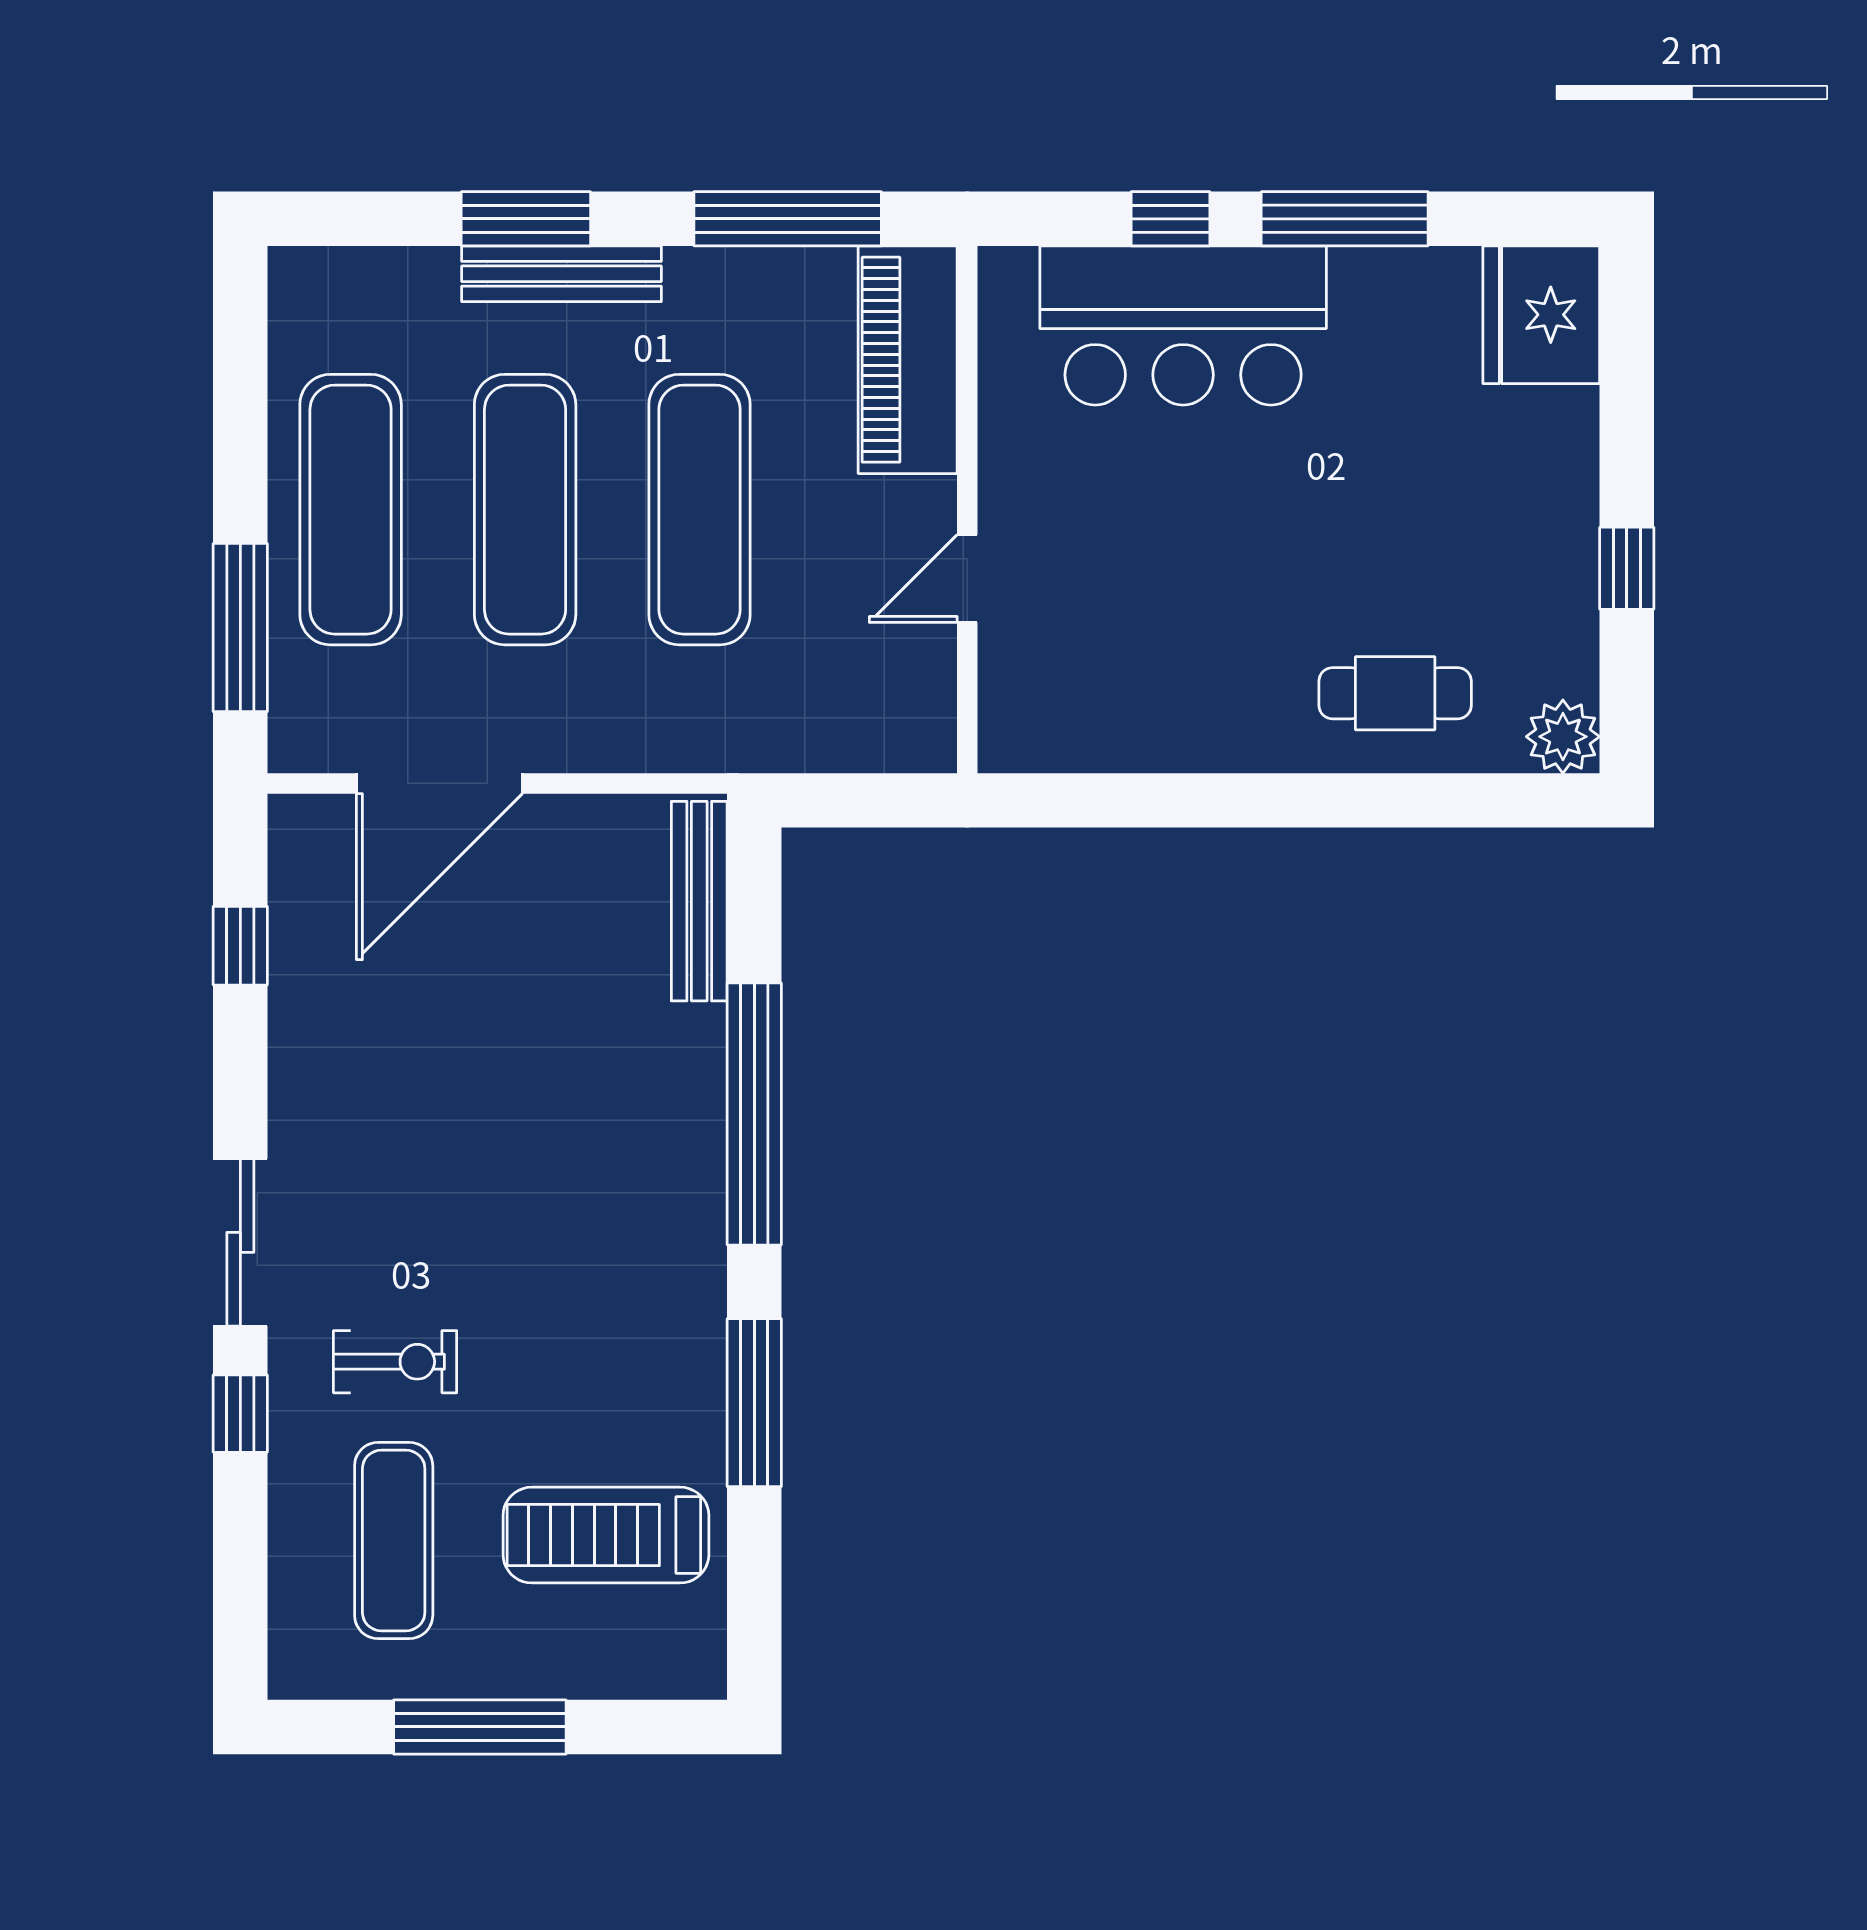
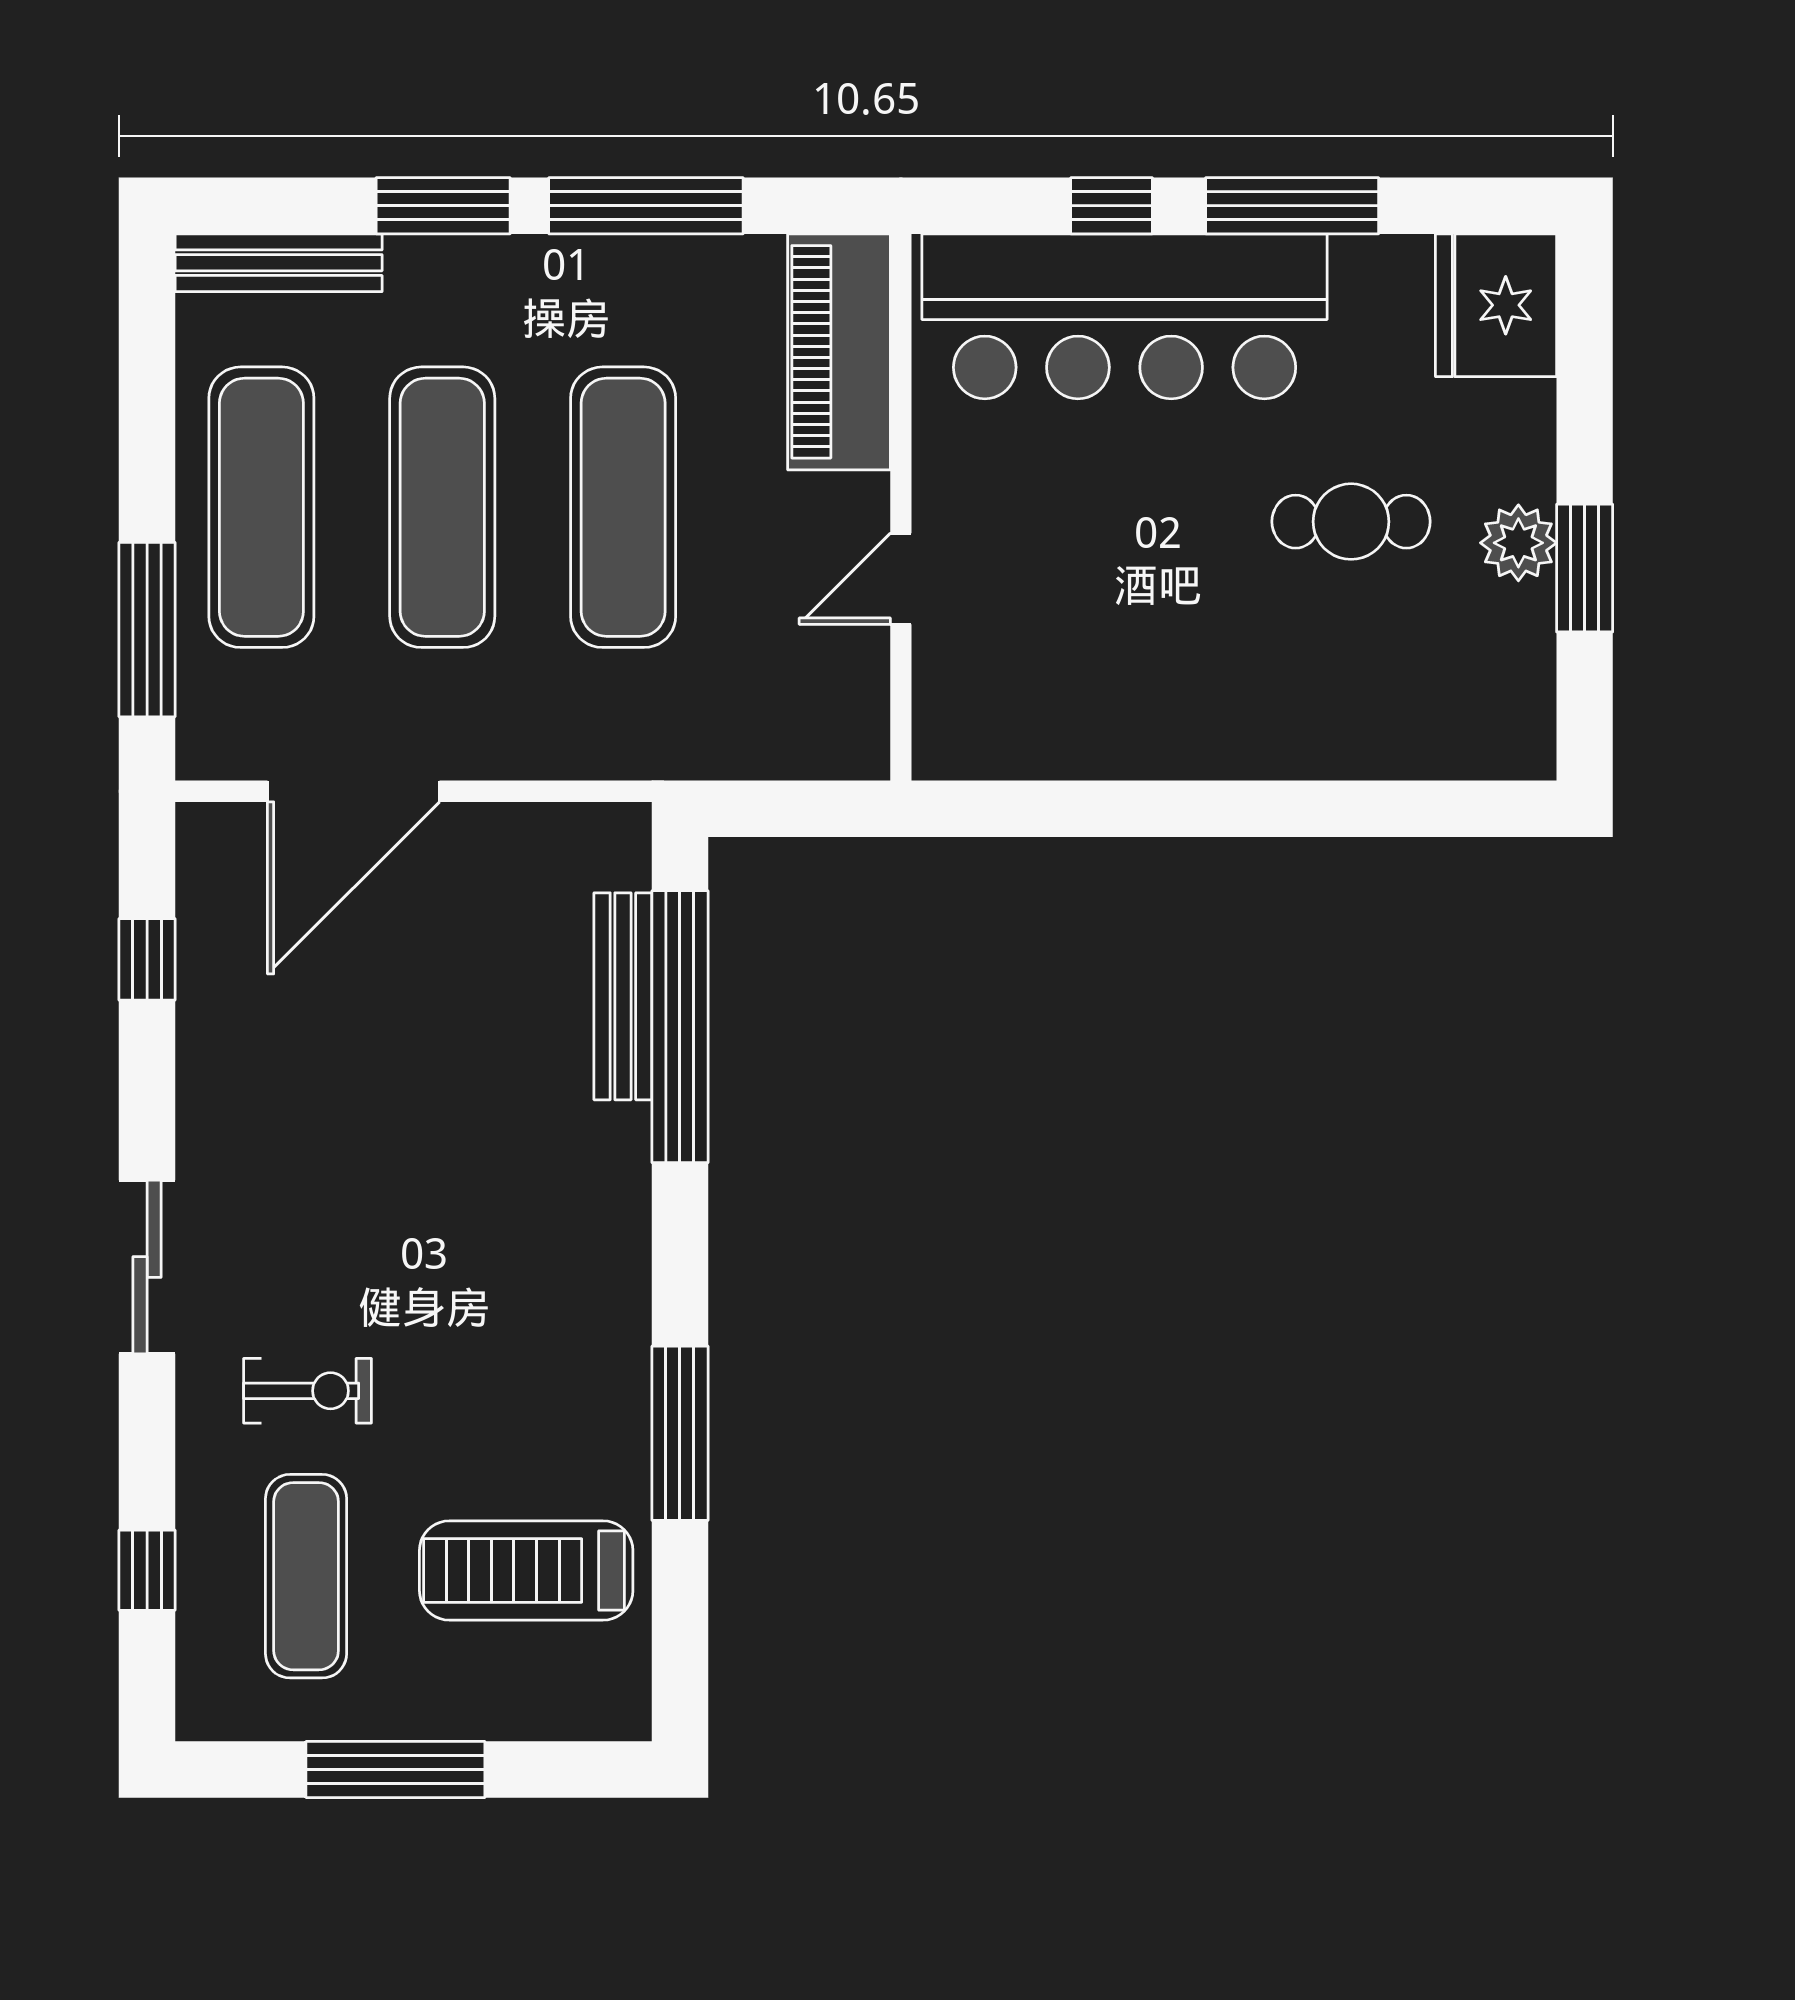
window: (788, 219) -> (646, 206), moved
bench: (561, 274) -> (279, 263), moved
bar counter: (1183, 325) -> (1125, 316), width x1.36
window: (1627, 568) -> (1585, 568), width x1.50
cafe table: (1395, 693) -> (1351, 522), moved
plant: (1563, 737) -> (1518, 543), moved
bench: (699, 901) -> (623, 996), moved
window: (754, 1114) -> (680, 1027), moved
window: (240, 1414) -> (147, 1570), moved

